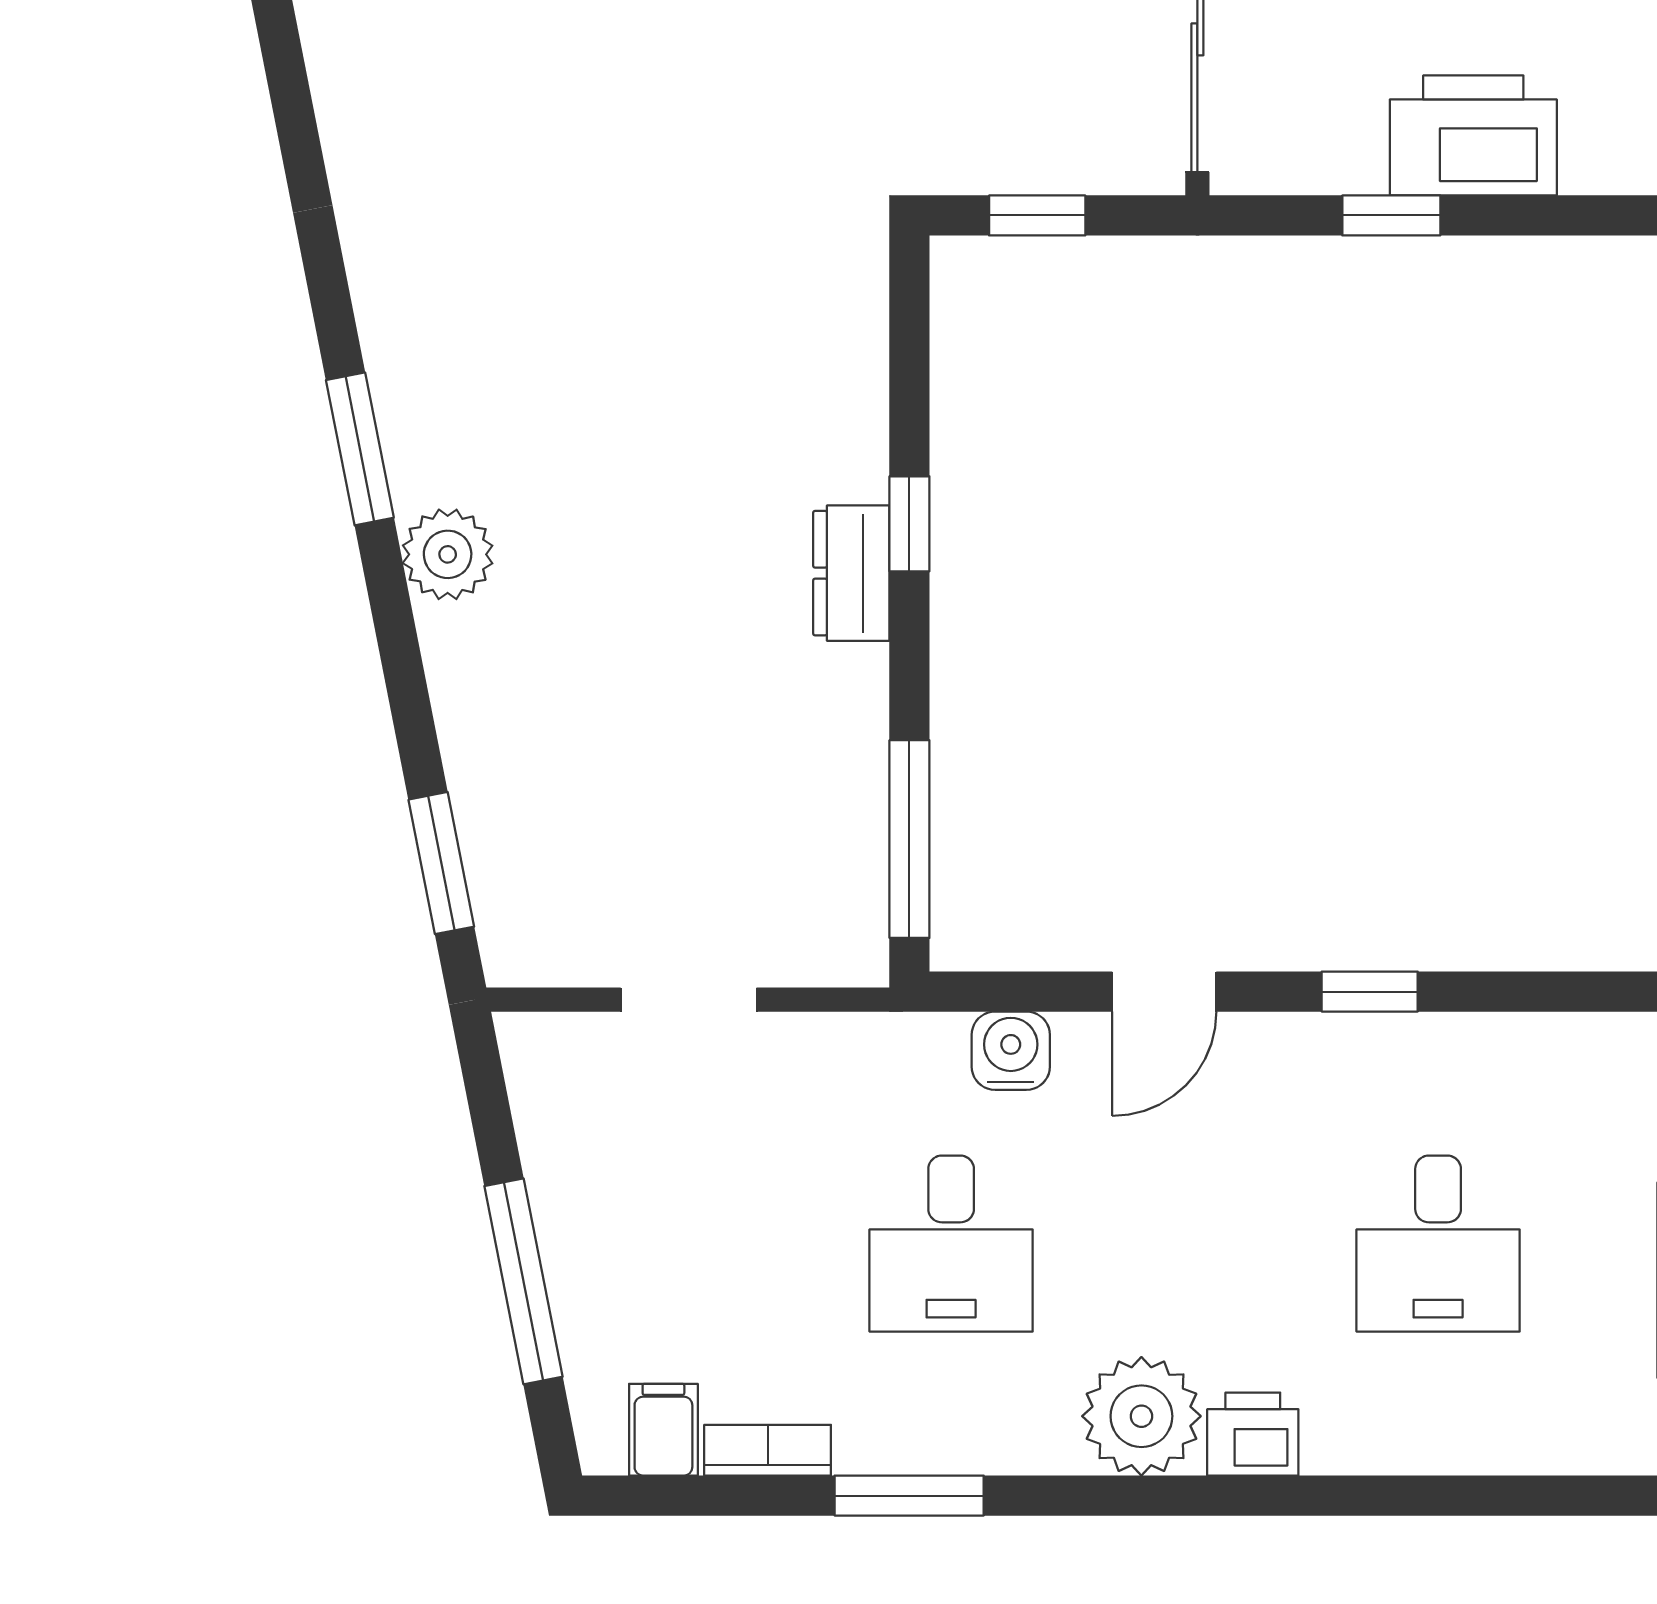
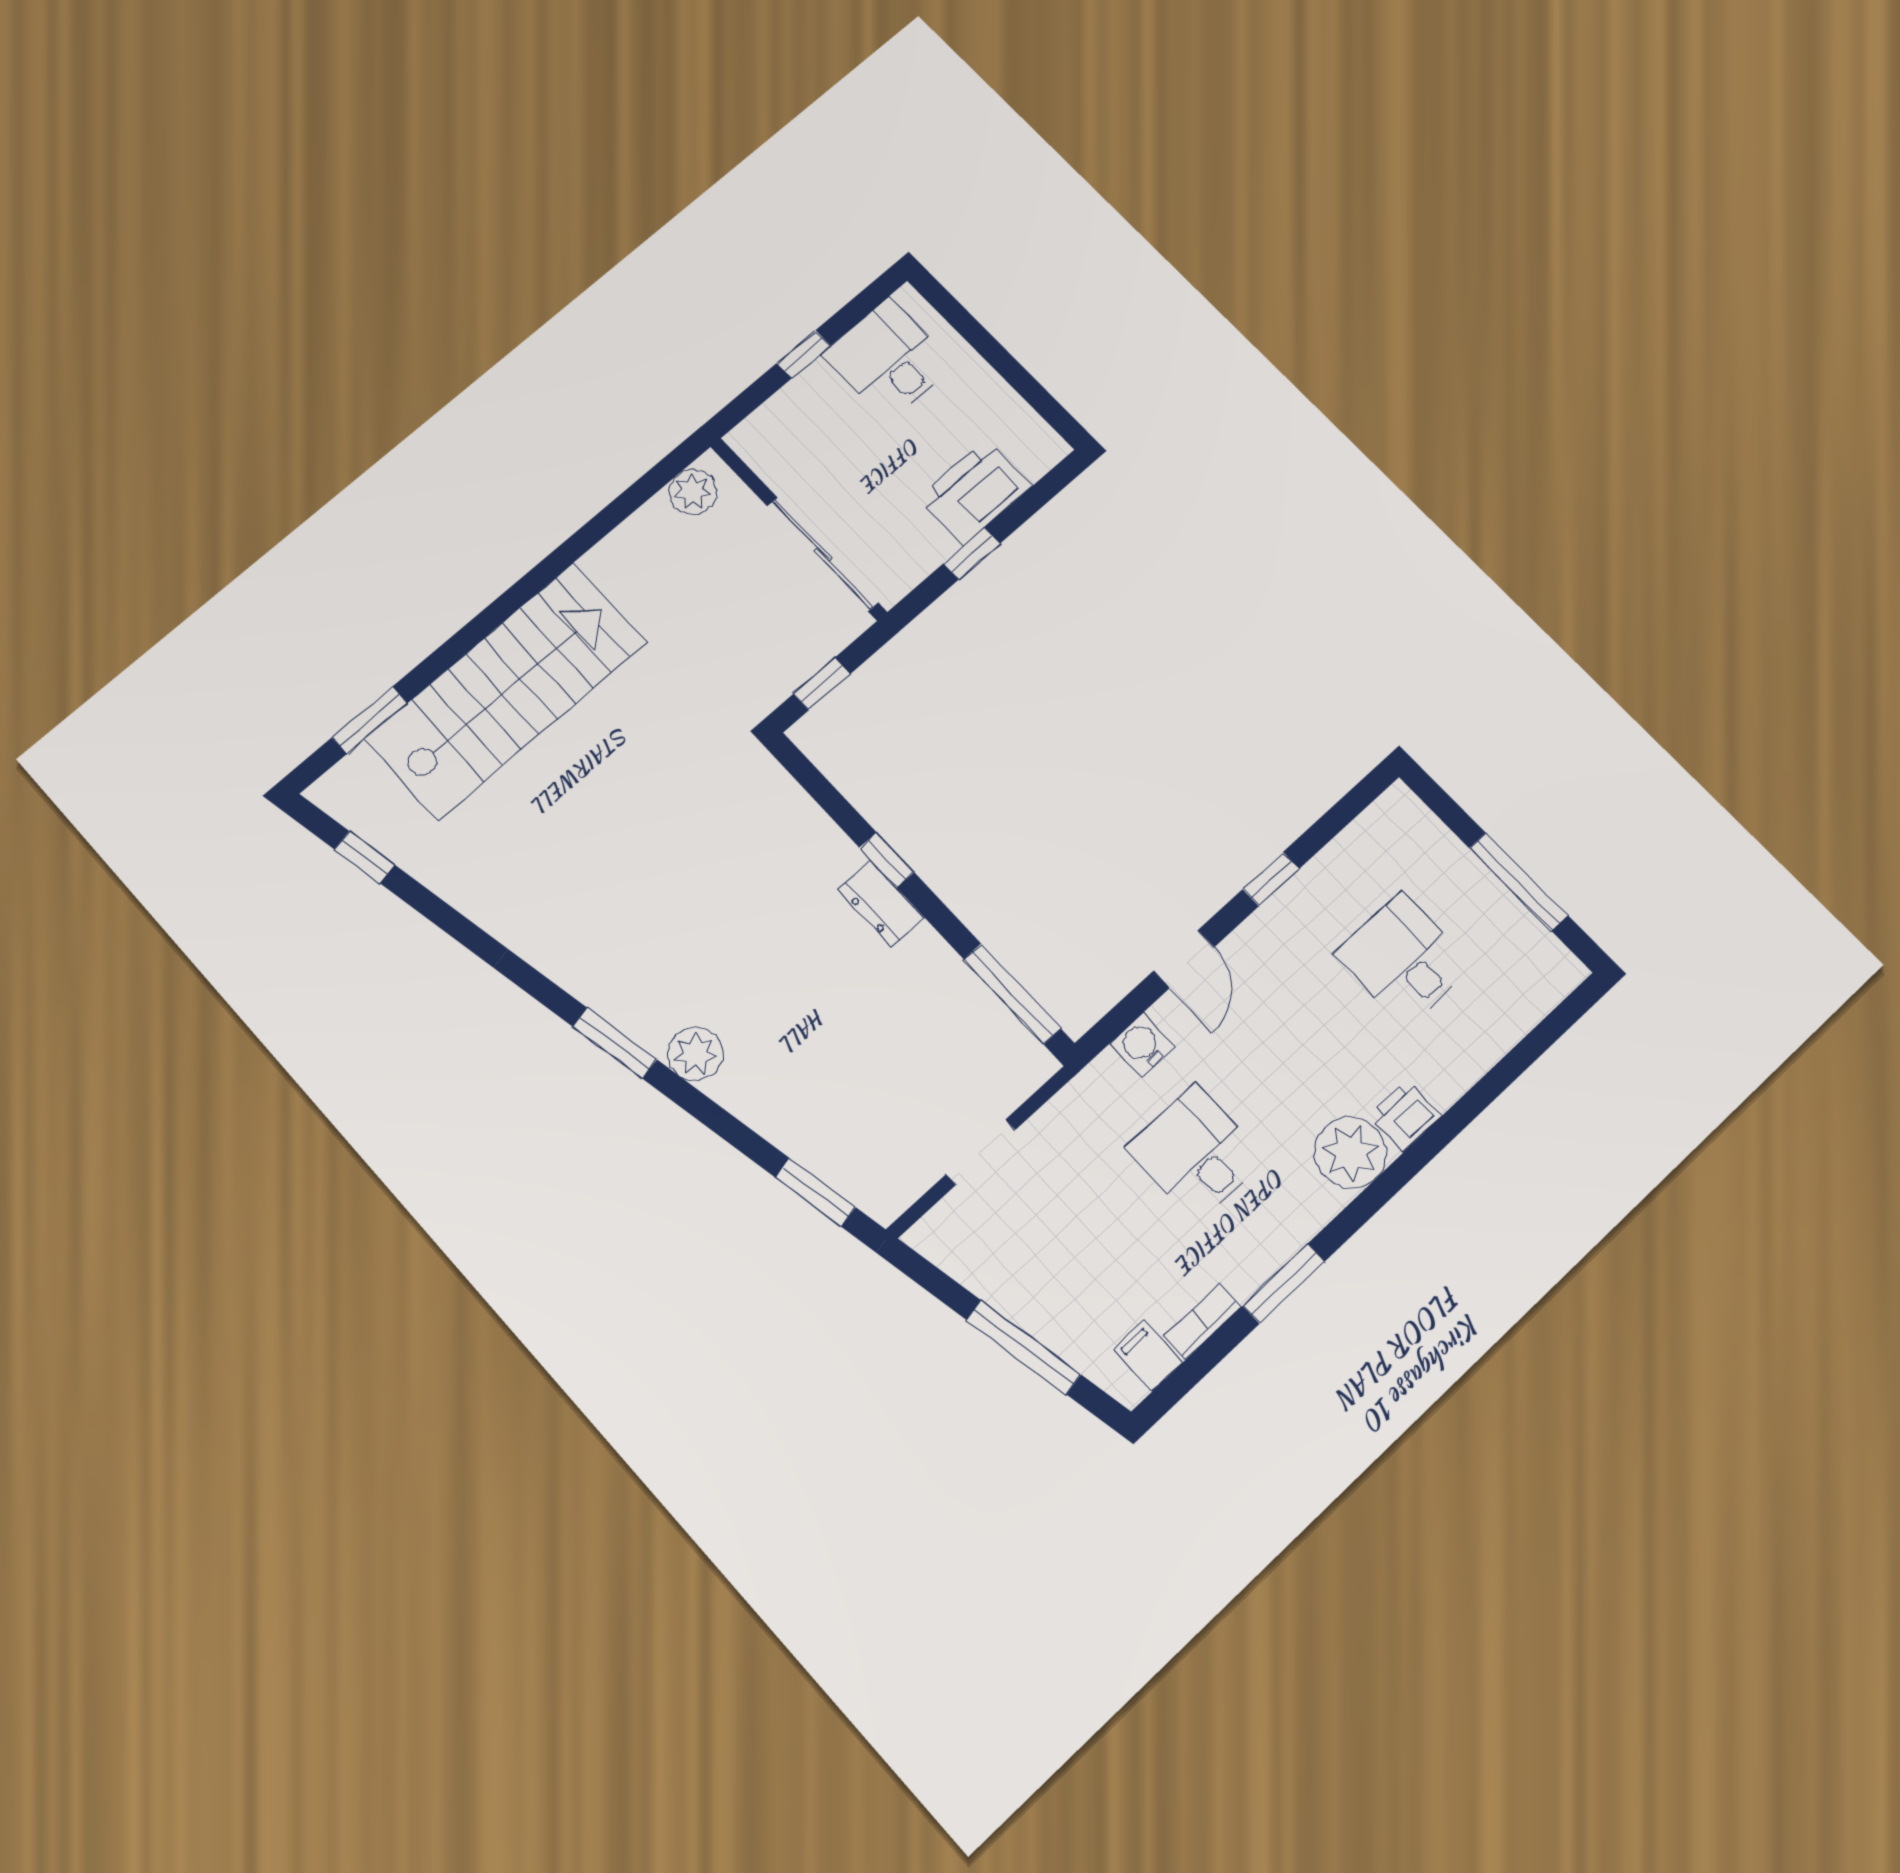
desk: (951, 1244) -> (1196, 1154), turned 180
desk: (1438, 1244) -> (1404, 959), turned 180

